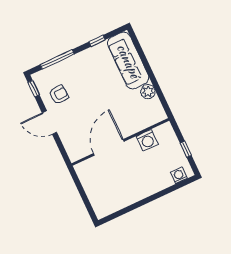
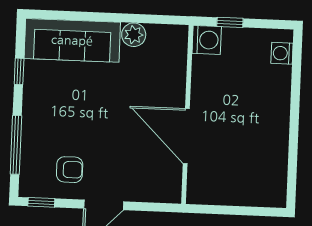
armchair: (59, 95) -> (70, 170), turned 94
washing machine: (147, 140) -> (207, 40), moved
window: (186, 149) -> (230, 22), moved

